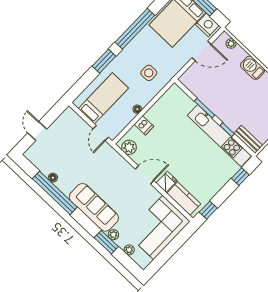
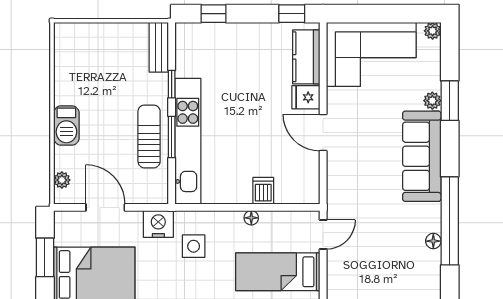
nightstand: (207, 25) -> (158, 224), moved, turned 90
sun lounger: (214, 99) -> (149, 136), added
kitchen unit: (219, 136) -> (188, 141), moved
plant: (129, 147) -> (308, 183), removed
plant: (129, 250) -> (433, 31), moved

